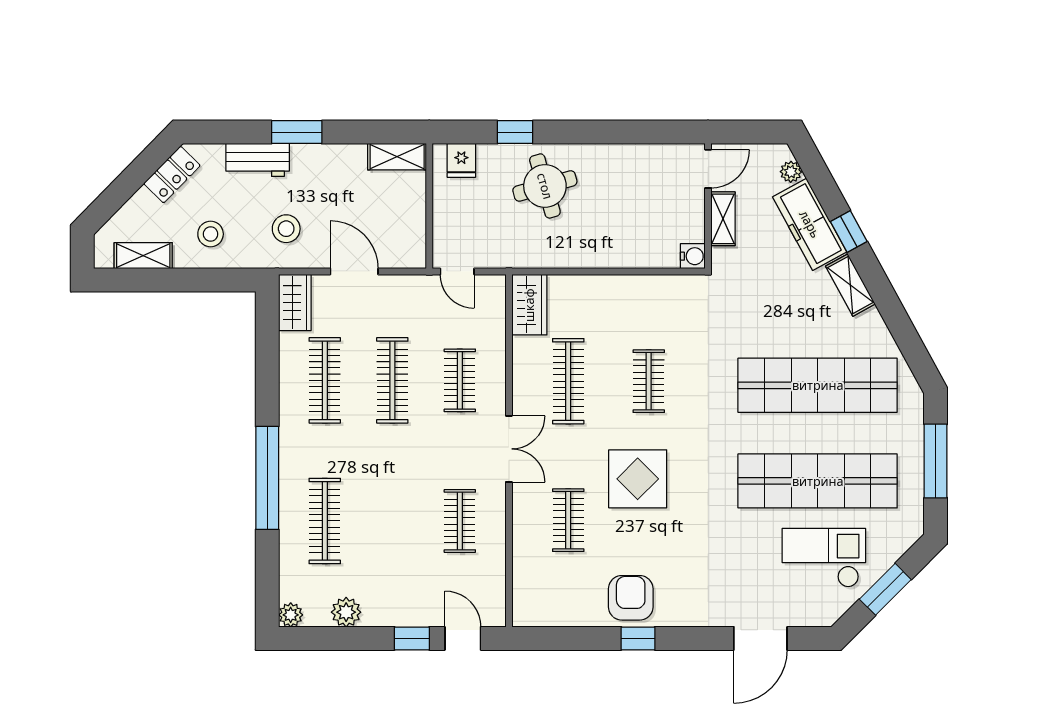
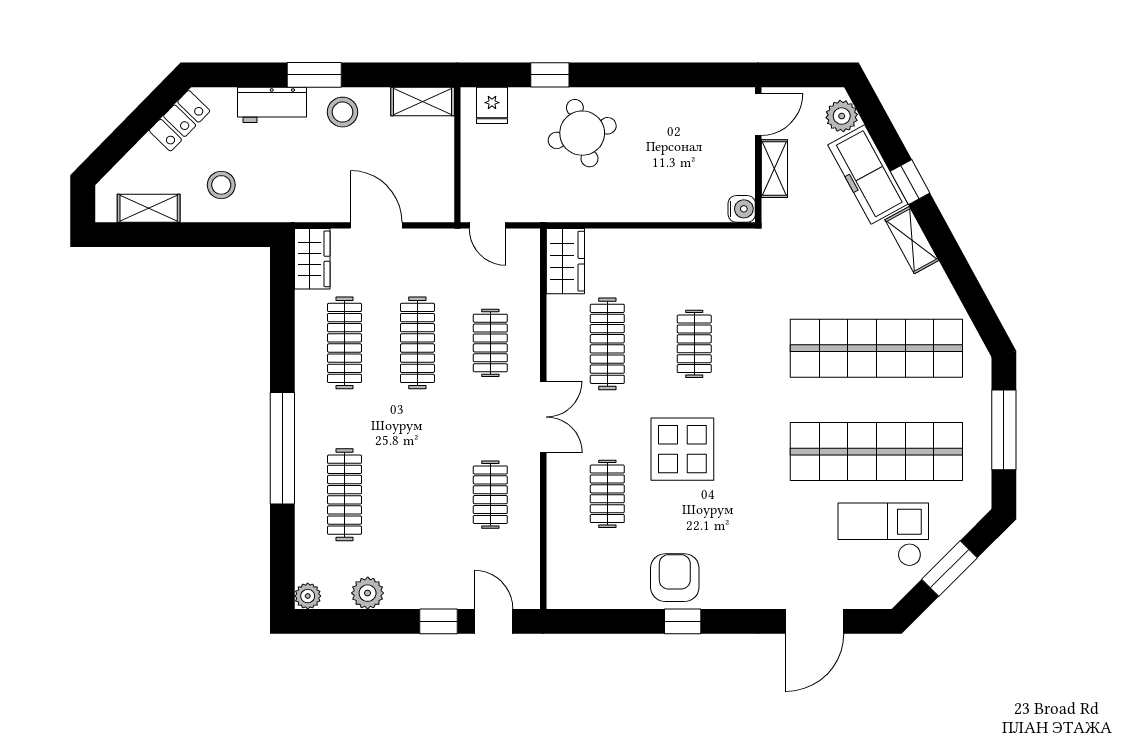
plant: (791, 172) -> (842, 116), width x1.38, depth x1.38
stool: (286, 229) -> (343, 112), moved

